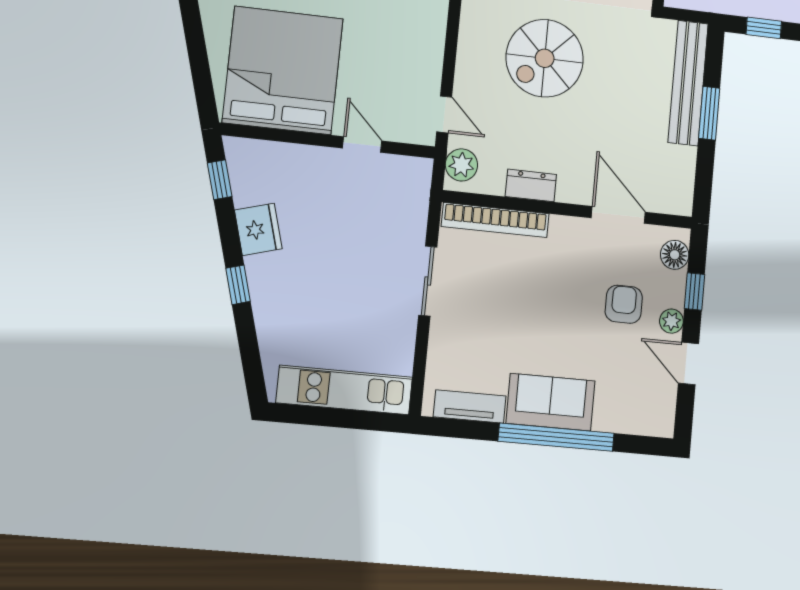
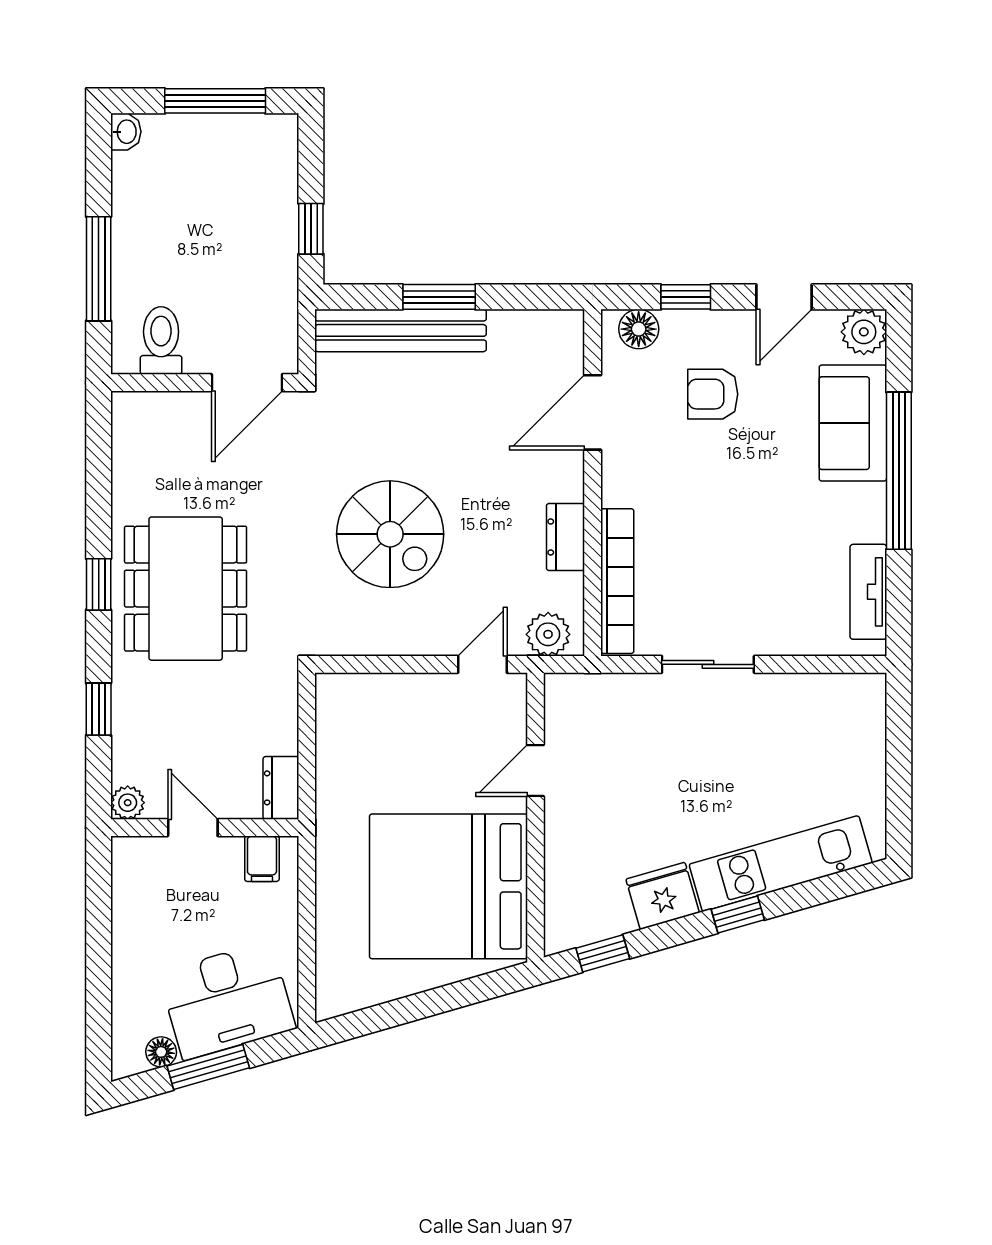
plant: (671, 321) -> (864, 332), moved, width x1.38, depth x1.38
kitchen unit: (344, 390) -> (781, 864), moved, turned 74
sofa: (551, 402) -> (853, 423), moved

